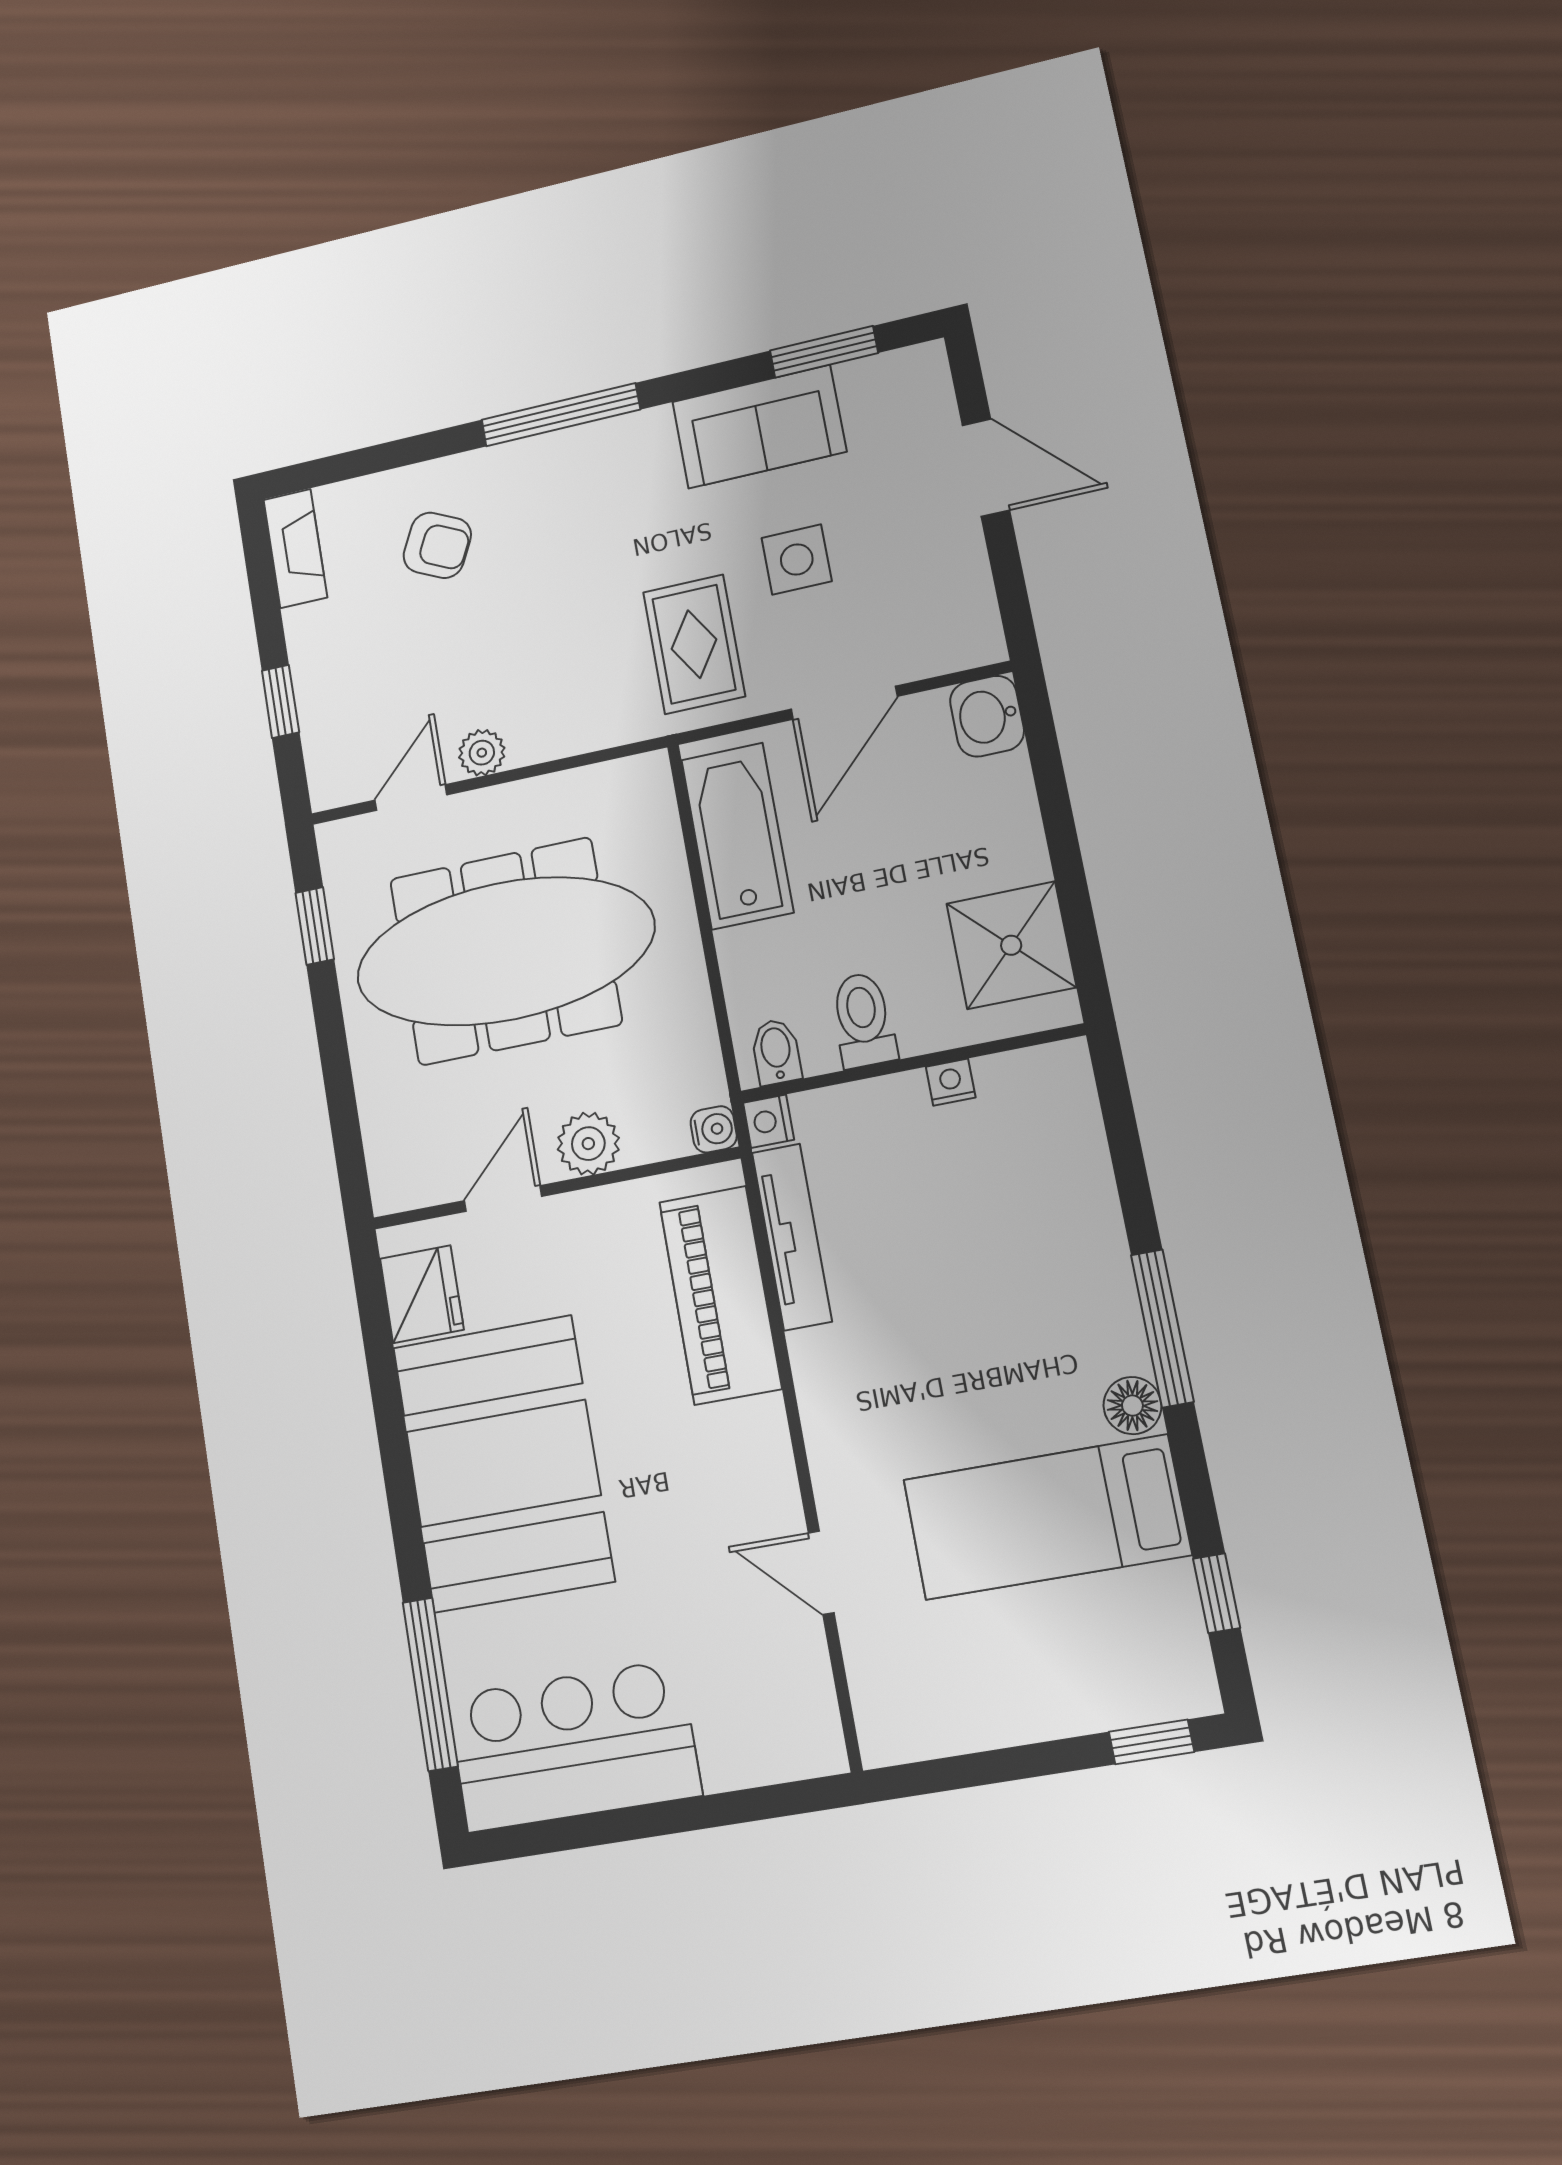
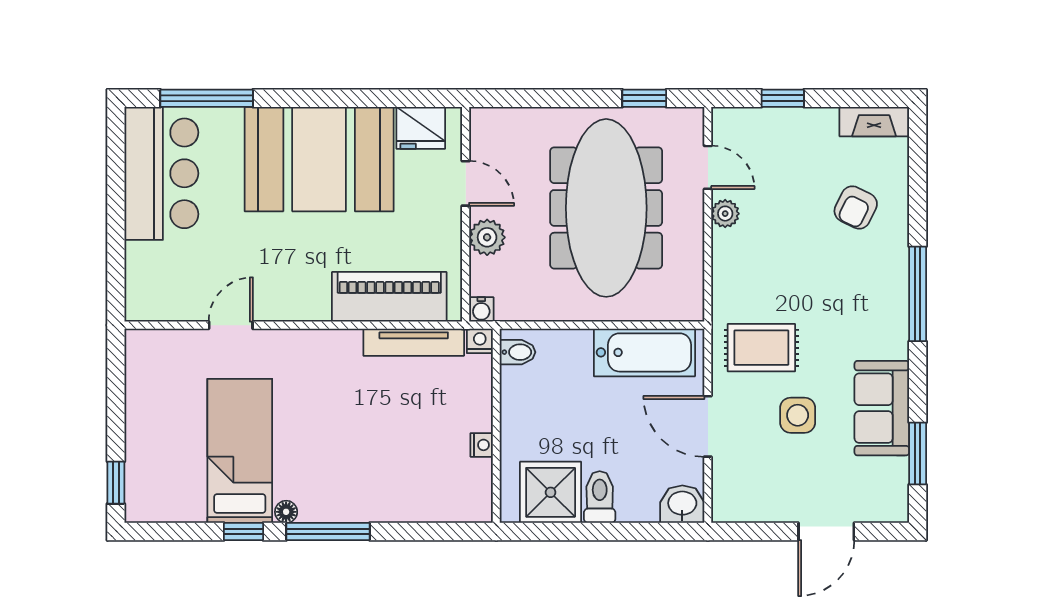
toilet: (863, 1020) -> (600, 497), moved, turned -90
floor lamp: (1132, 1406) -> (286, 512), width x0.73, depth x0.73
window: (1217, 1593) -> (244, 531), moved

